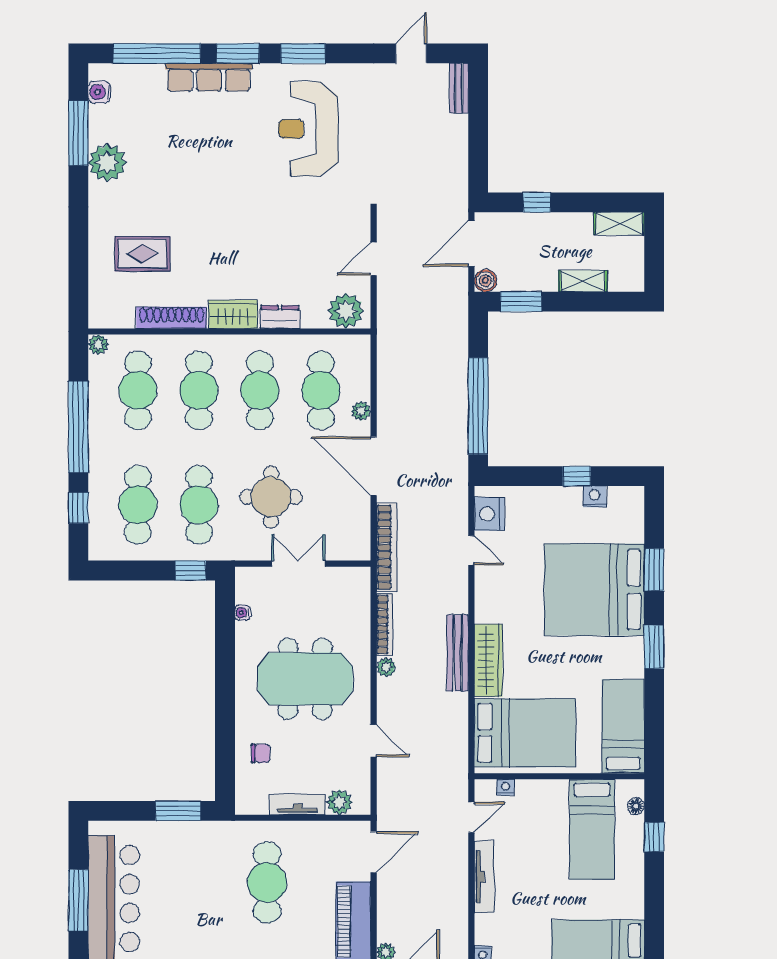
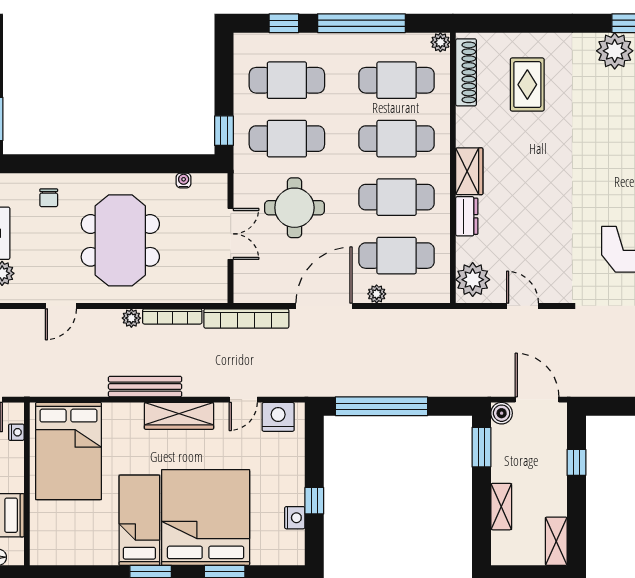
shoe rack: (172, 318) -> (466, 72), moved
wardrobe: (488, 660) -> (179, 416), moved
bed: (623, 726) -> (139, 520), moved, turned -90

